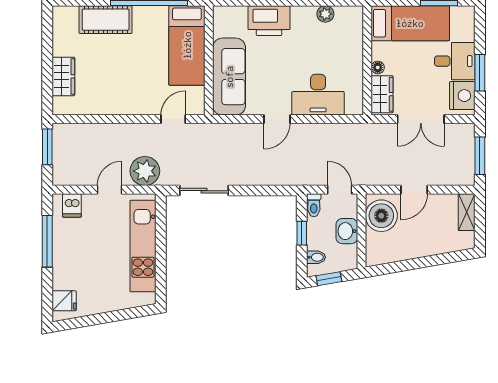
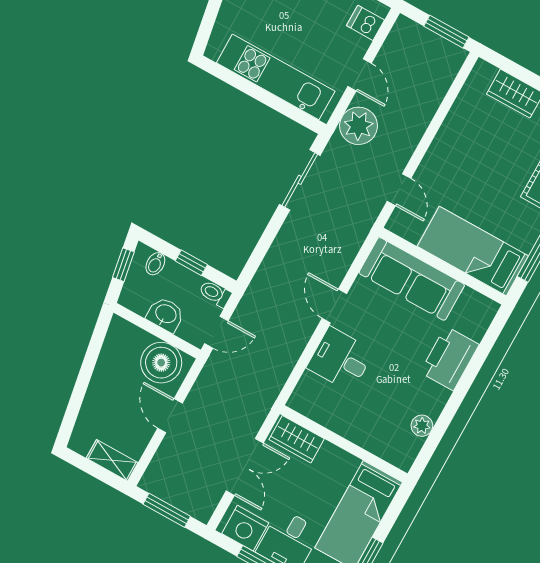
floor lamp: (378, 67) -> (329, 451), removed
desk: (318, 95) -> (340, 359), width x0.73
double door: (421, 119) -> (245, 467), swing flipped

